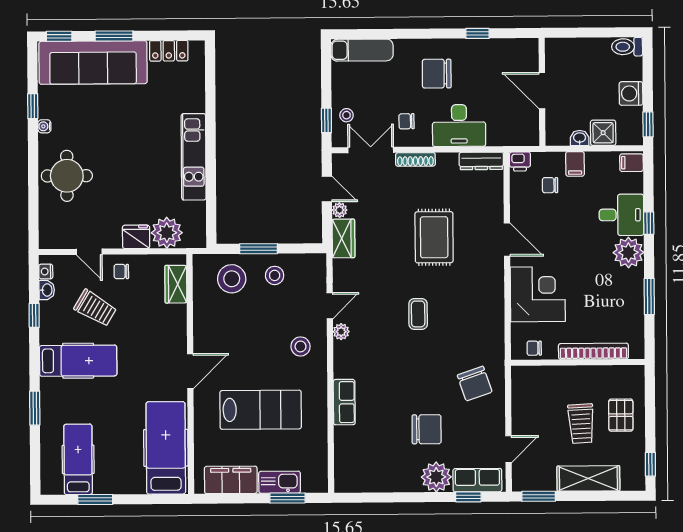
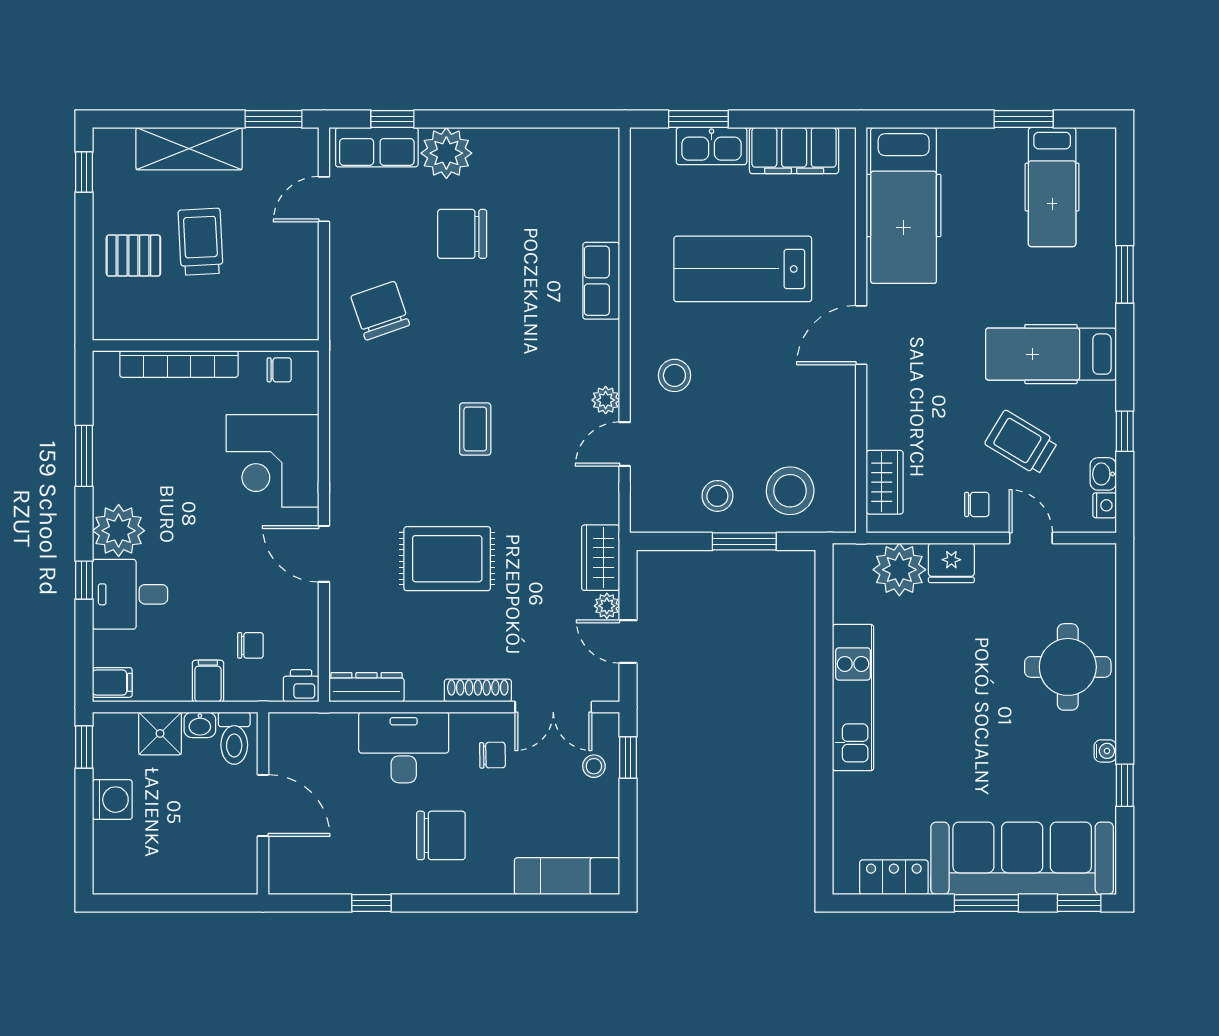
toilet: (627, 47) -> (234, 738), moved, turned 90
rug: (434, 237) -> (447, 559), turned 90
pallet: (621, 415) -> (133, 256), turned 90

